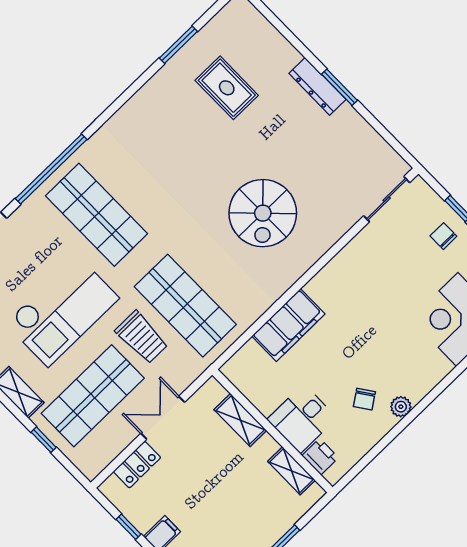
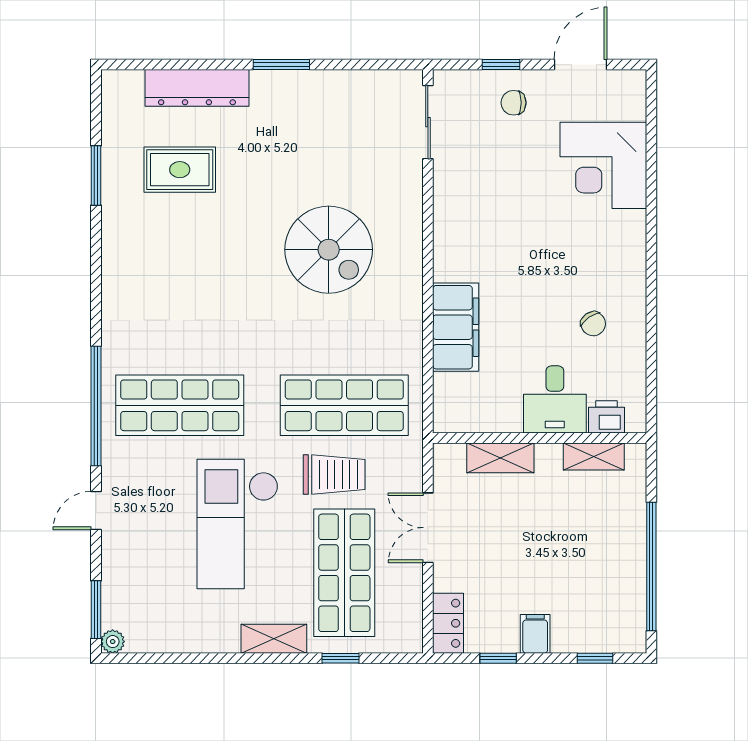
dresser: (317, 86) -> (197, 88), moved, width x1.37, depth x1.24
checkout: (62, 311) -> (238, 524), turned 180
plant: (401, 407) -> (633, 297), removed
locker: (137, 465) -> (448, 623), moved

